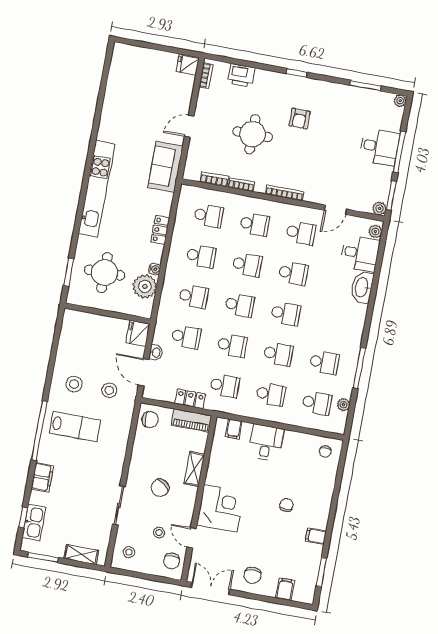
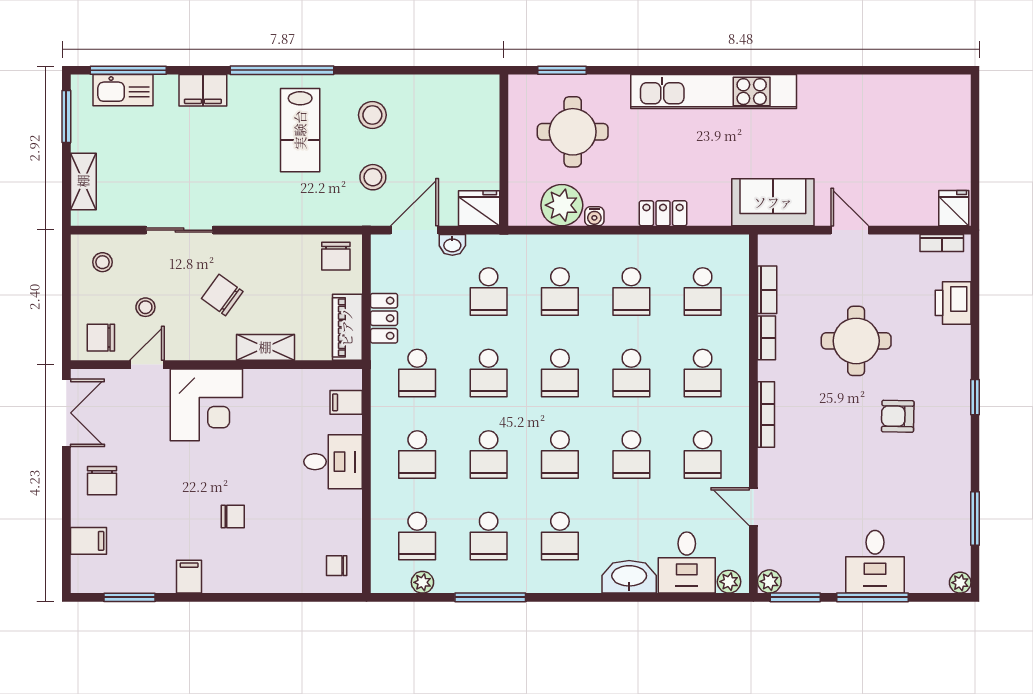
school desk: (332, 322) -> (560, 536), added
window: (23, 517) -> (128, 70), width x2.17
chair: (252, 575) -> (102, 481), turned -89

